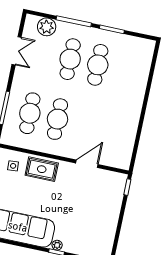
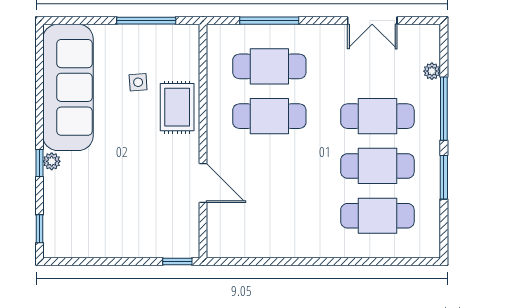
plant: (47, 27) -> (432, 71), width x0.53, depth x0.53
cafe table: (125, 71) -> (377, 216), added
side table: (13, 166) -> (138, 82), moved

